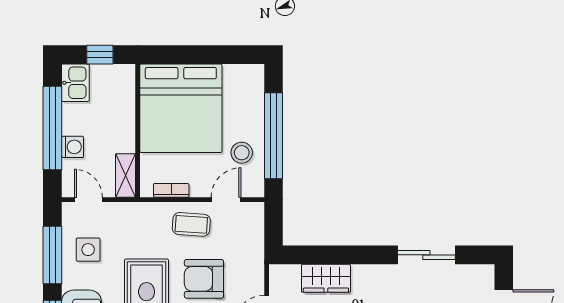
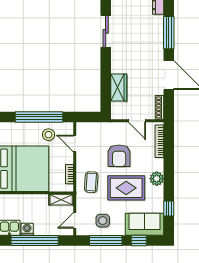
washing machine: (73, 147) -> (27, 229), moved
coffee table: (191, 224) -> (91, 182), moved

